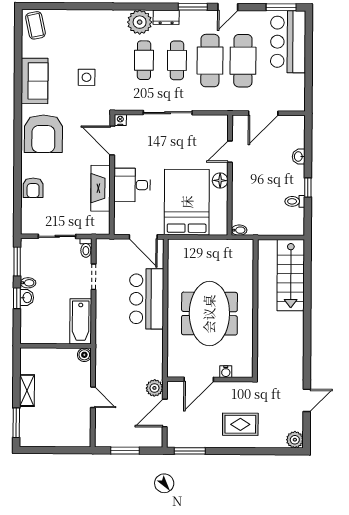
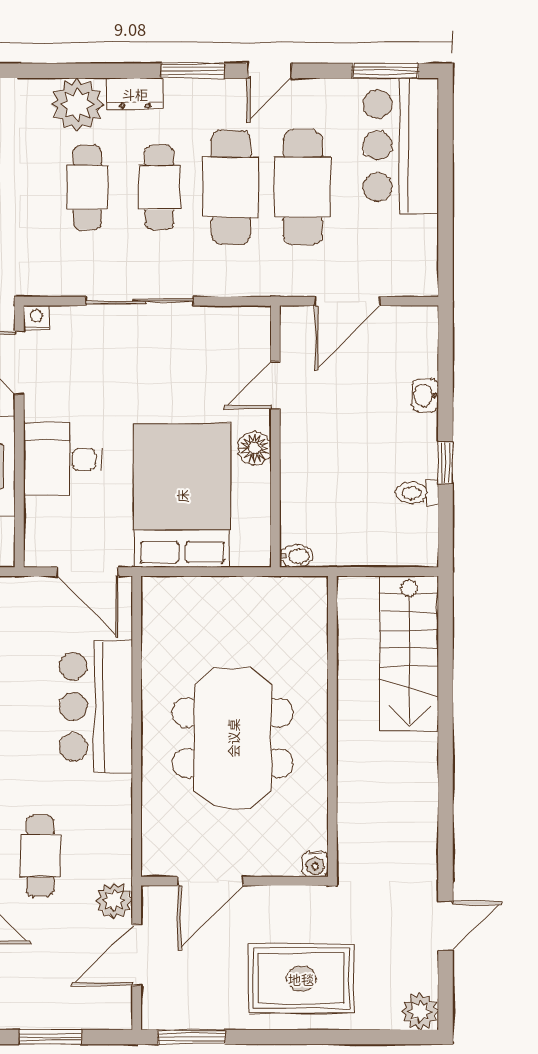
cafe table: (121, 367) -> (40, 856), added
water cooler: (226, 372) -> (315, 864), moved
rug: (240, 424) -> (301, 979), width x1.36, depth x1.43

